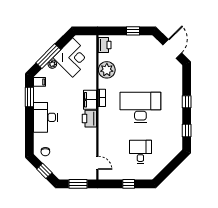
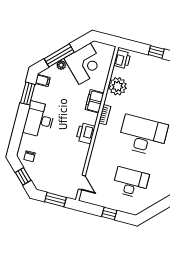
filing cabinet: (90, 100) -> (94, 101), moved
desk: (140, 152) -> (131, 183), width x1.37

